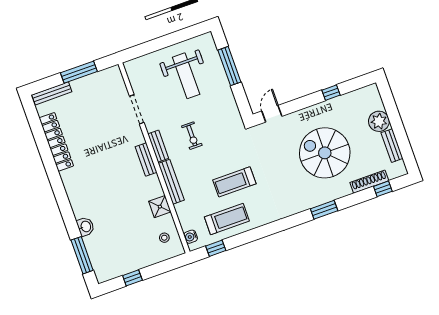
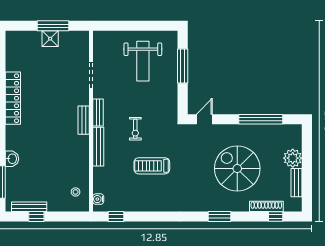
bench: (52, 93) -> (29, 207), moved
window: (331, 93) -> (261, 119), width x3.17
exercise bike: (192, 136) -> (135, 129), moved
locker: (56, 142) -> (13, 98), moved
shower: (160, 207) -> (50, 39), moved
treadmill: (227, 219) -> (134, 195), removed

